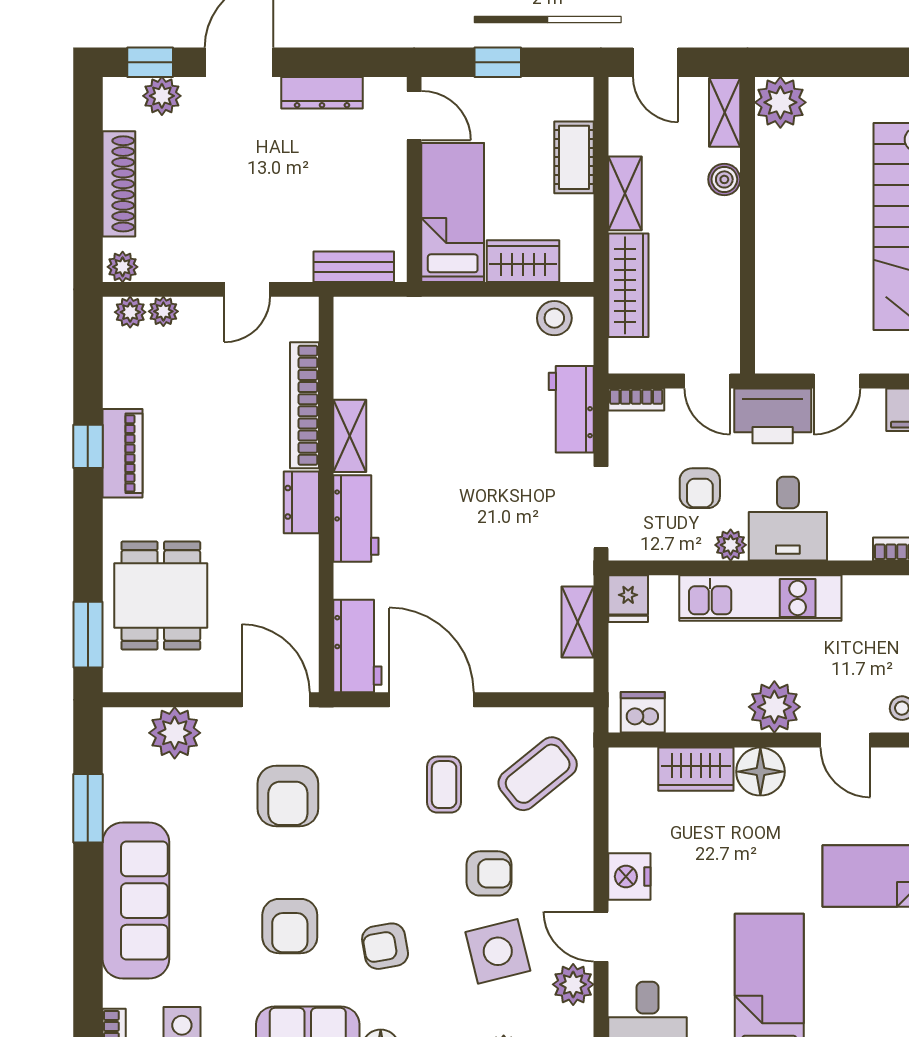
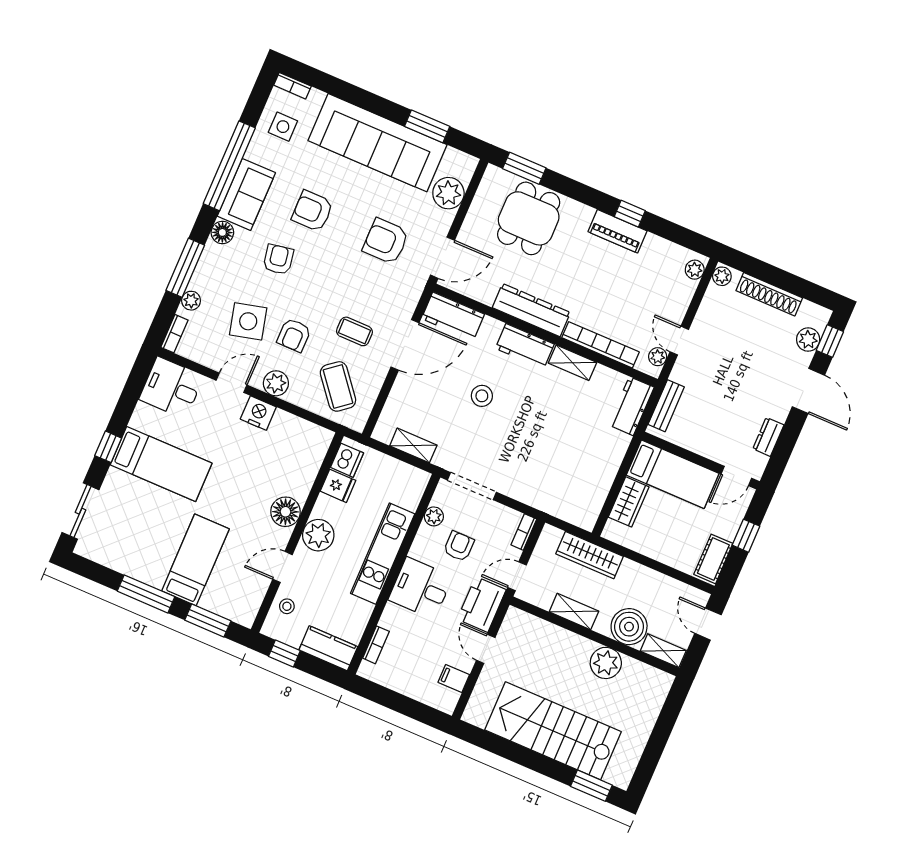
door: (655, 62) -> (708, 624), hinge flipped
dresser: (322, 93) -> (768, 437), width x0.70
plant: (780, 102) -> (606, 663), moved
cot: (574, 157) -> (713, 559), moved, turned 90
boiler: (724, 179) -> (629, 627), width x1.86, depth x1.86
shelving: (625, 193) -> (574, 611), moved
plant: (163, 311) -> (658, 357), moved
stool: (554, 318) -> (482, 396), moved
workbench: (571, 409) -> (631, 406), moved, turned -90
armchair: (700, 488) -> (459, 546), turned 90
dresser: (301, 502) -> (531, 310), width x1.96, depth x1.24
plant: (731, 545) -> (434, 516), moved
dining table: (161, 596) -> (529, 218), turned 90
fridge: (628, 599) -> (338, 486), moved, turned 180
wardrobe: (696, 769) -> (302, 476), removed
sofa: (136, 901) -> (377, 143), width x1.36, depth x1.27
plant: (573, 984) -> (276, 383), moved

